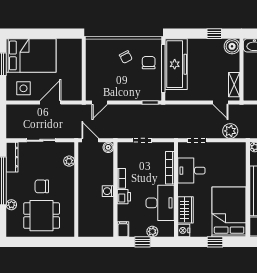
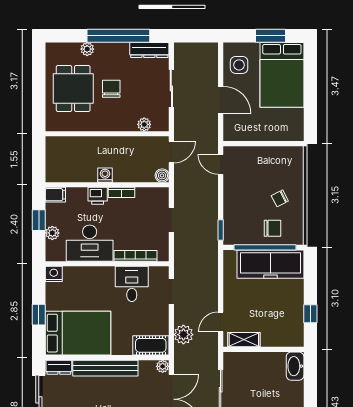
boiler: (232, 46) -> (294, 337), removed
cot: (238, 156) -> (151, 345), added
wardrobe: (186, 210) -> (81, 276), removed

